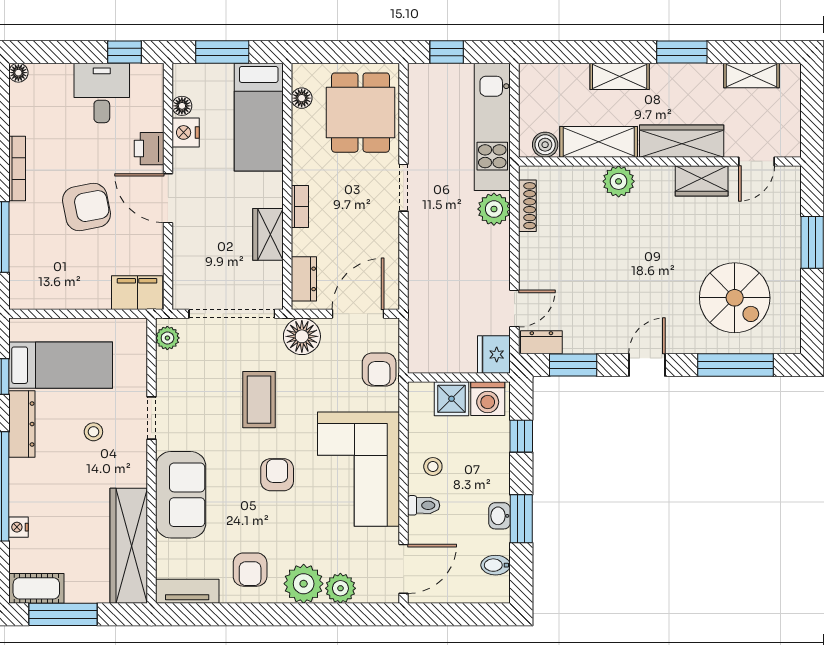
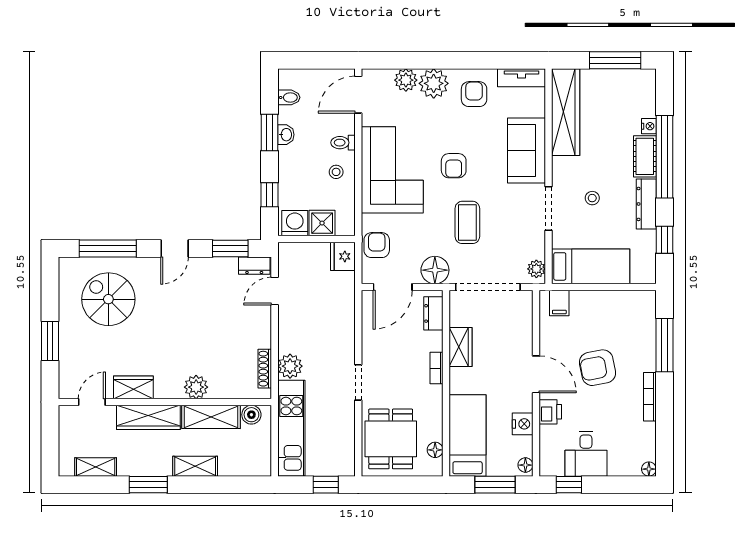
floor lamp: (182, 106) -> (525, 465), moved
filing cabinet: (137, 293) -> (559, 303), width x0.50
fridge: (494, 354) -> (343, 256), moved, turned 180
bed: (61, 365) -> (591, 266), moved, turned 180
doorway: (151, 418) -> (548, 208), width x1.38
cot: (36, 588) -> (645, 156), moved, turned 90

